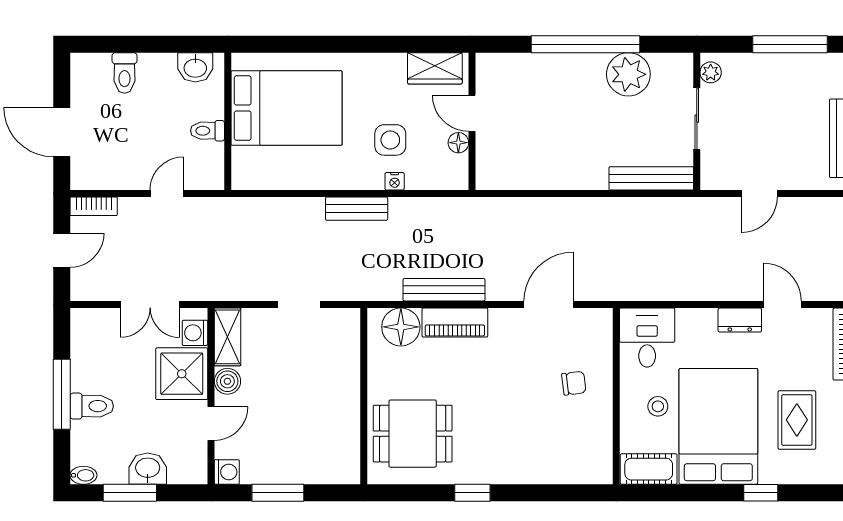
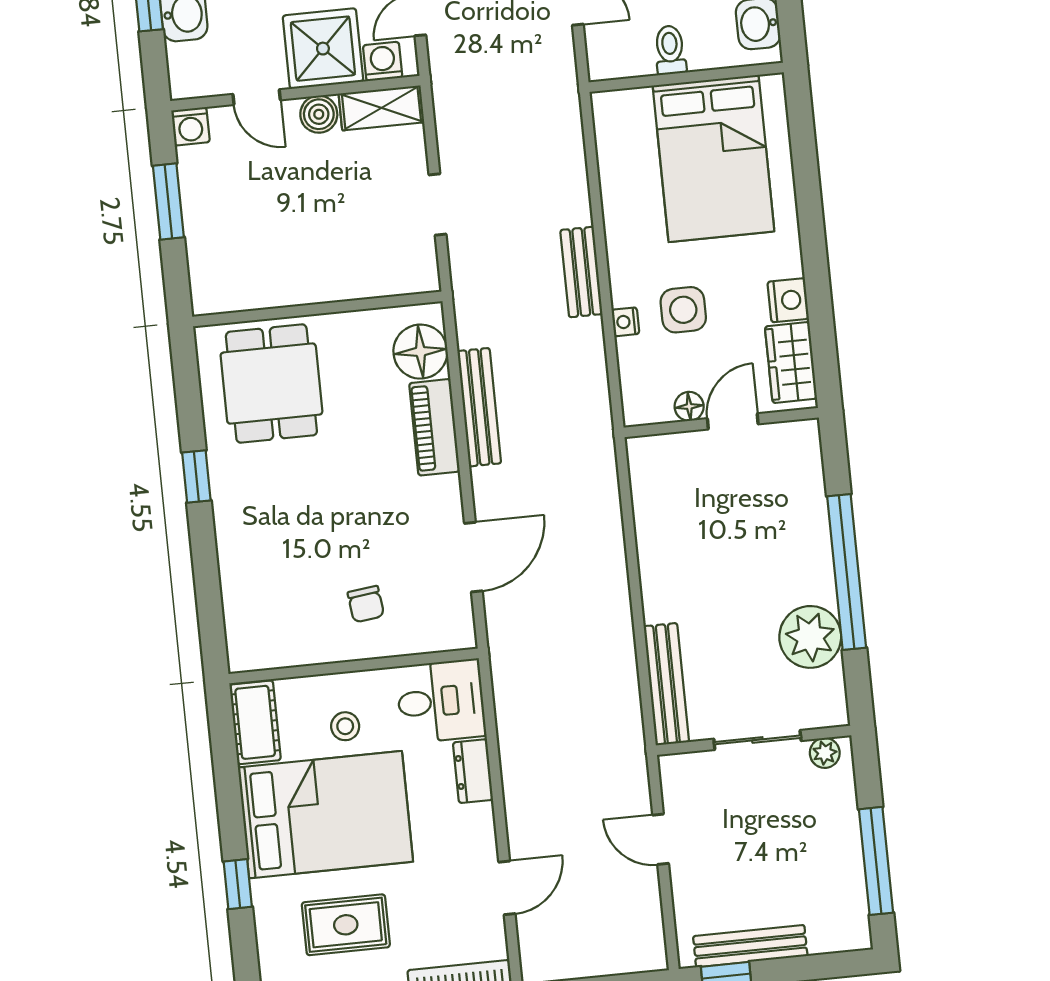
nightstand: (391, 66) -> (788, 300), added
door: (549, 305) -> (473, 557), hinge flipped
dresser: (740, 320) -> (473, 771), moved

